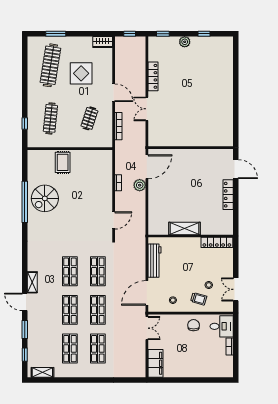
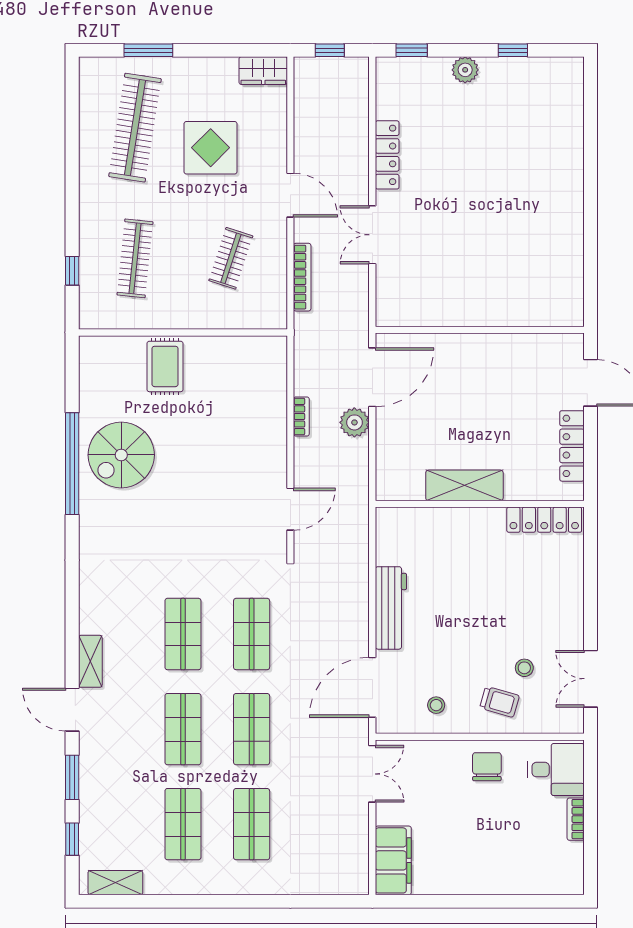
shelving: (184, 228) -> (464, 485), moved
wall: (191, 236) -> (480, 504), moved
locker: (217, 242) -> (544, 520), moved

